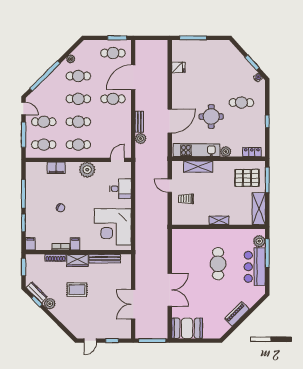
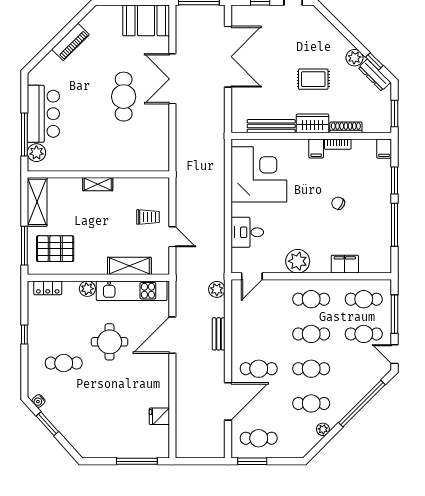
plant: (141, 139) -> (217, 289), moved
cafe table: (218, 264) -> (124, 97), moved
double door: (133, 304) -> (228, 57), width x1.36

